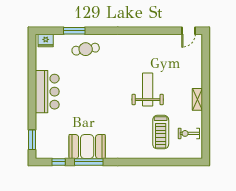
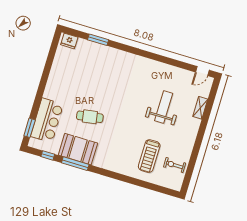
cafe table: (86, 49) -> (90, 117), moved
weight bench: (148, 90) -> (164, 107), moved
bar counter: (47, 92) -> (47, 120), moved
shelving: (197, 99) -> (200, 108), moved

